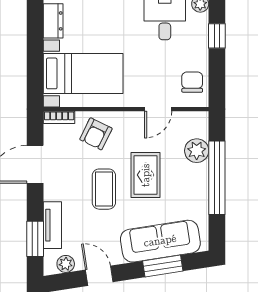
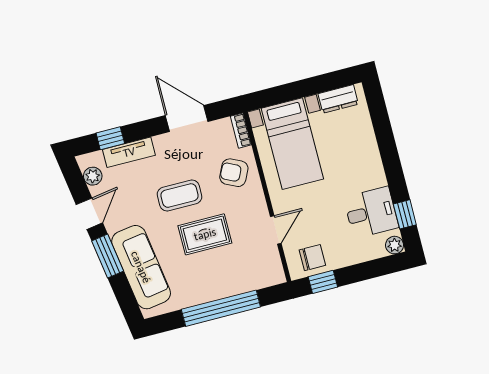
window: (217, 36) -> (323, 282), moved
door: (158, 109) -> (276, 230), swing flipped
plant: (197, 151) -> (243, 280), removed
window: (35, 239) -> (110, 138), width x0.67
window: (163, 266) -> (108, 256), moved

